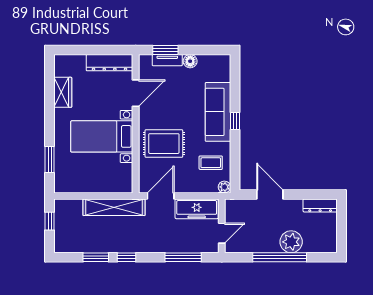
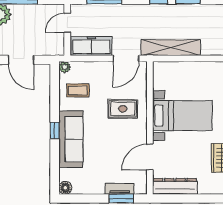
floor lamp: (190, 61) -> (65, 188), moved
rug: (164, 144) -> (123, 109), width x0.73, depth x0.70

